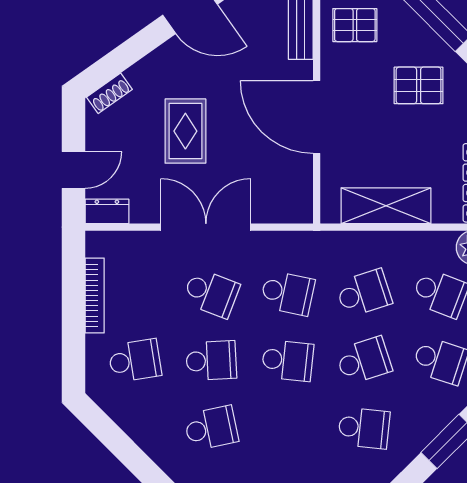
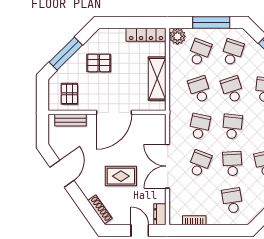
pallet: (419, 85) -> (99, 63), turned 90
shoe rack: (109, 93) -> (100, 209), width x1.43
bookcase: (95, 295) -> (194, 220), width x0.64

